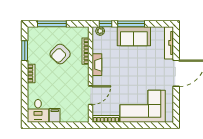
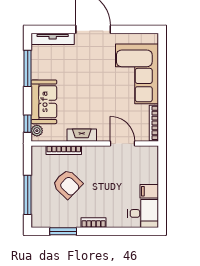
window: (131, 24) -> (28, 68), moved
sofa: (134, 36) -> (44, 102), moved

